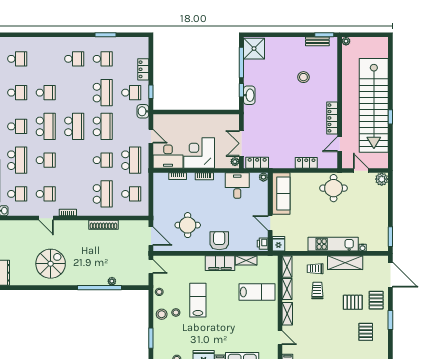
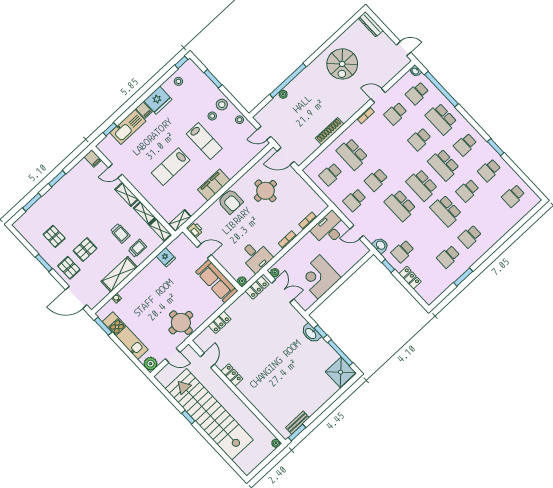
stool: (303, 77) -> (283, 386), removed
school desk: (103, 93) -> (446, 211), moved
locker: (332, 118) -> (232, 375), width x0.66
corner desk: (199, 153) -> (319, 277), moved, turned 180
school desk: (131, 160) -> (355, 200), width x0.54
fridge: (278, 244) -> (166, 257), moved
kitchen unit: (333, 244) -> (125, 336), moved, turned -90
shelving: (246, 260) -> (180, 221), moved
lab bench: (257, 292) -> (171, 167), moved

